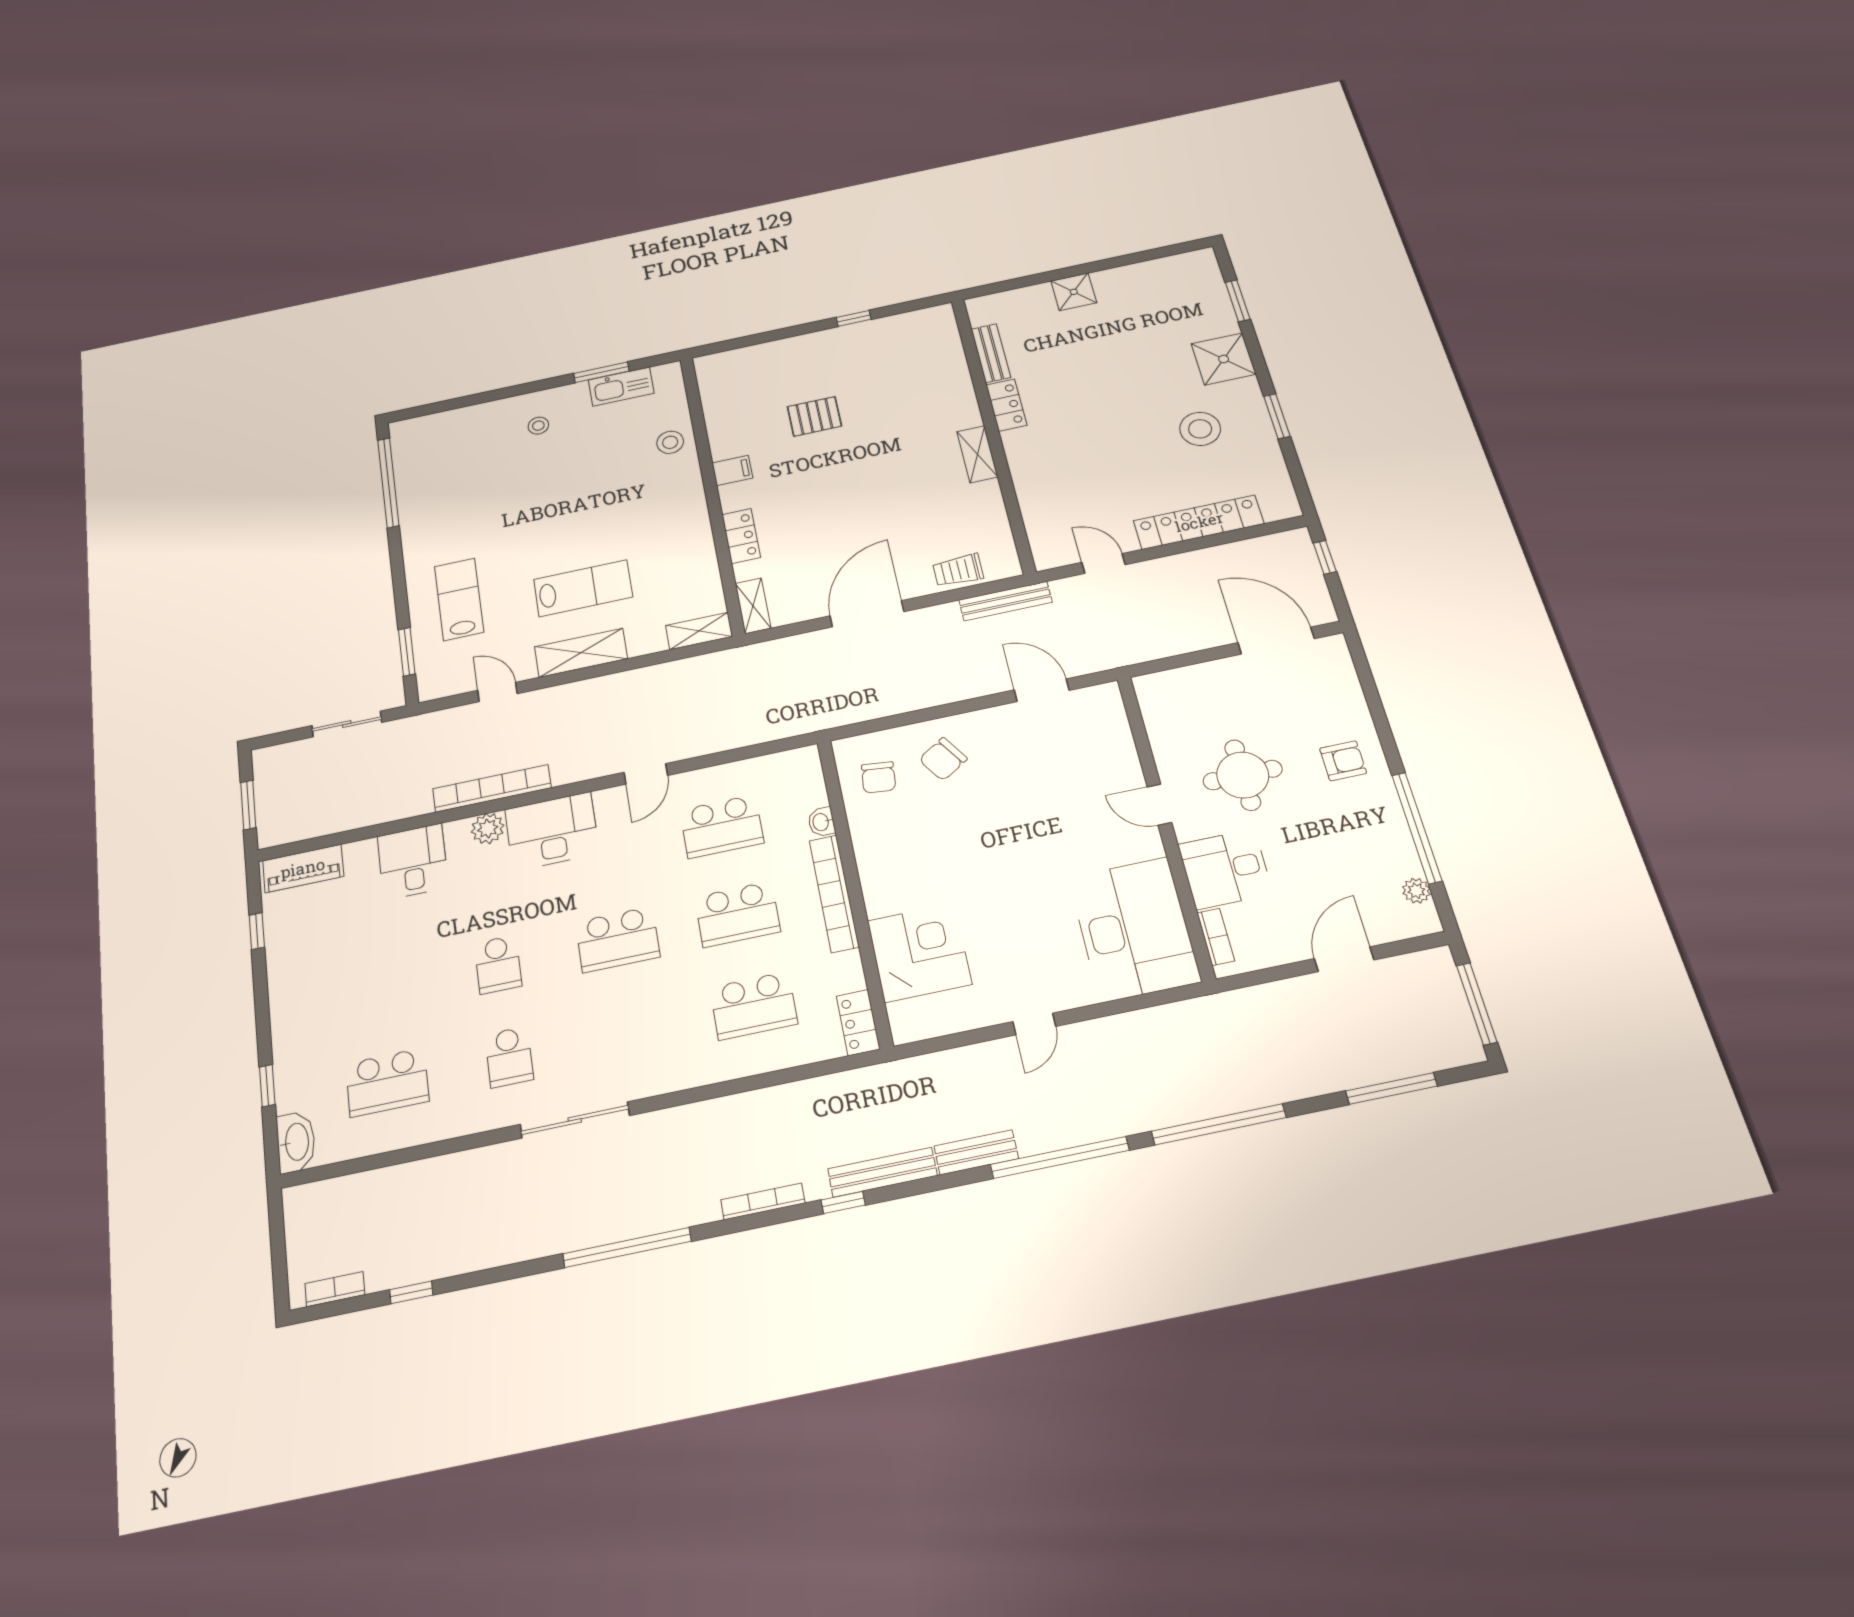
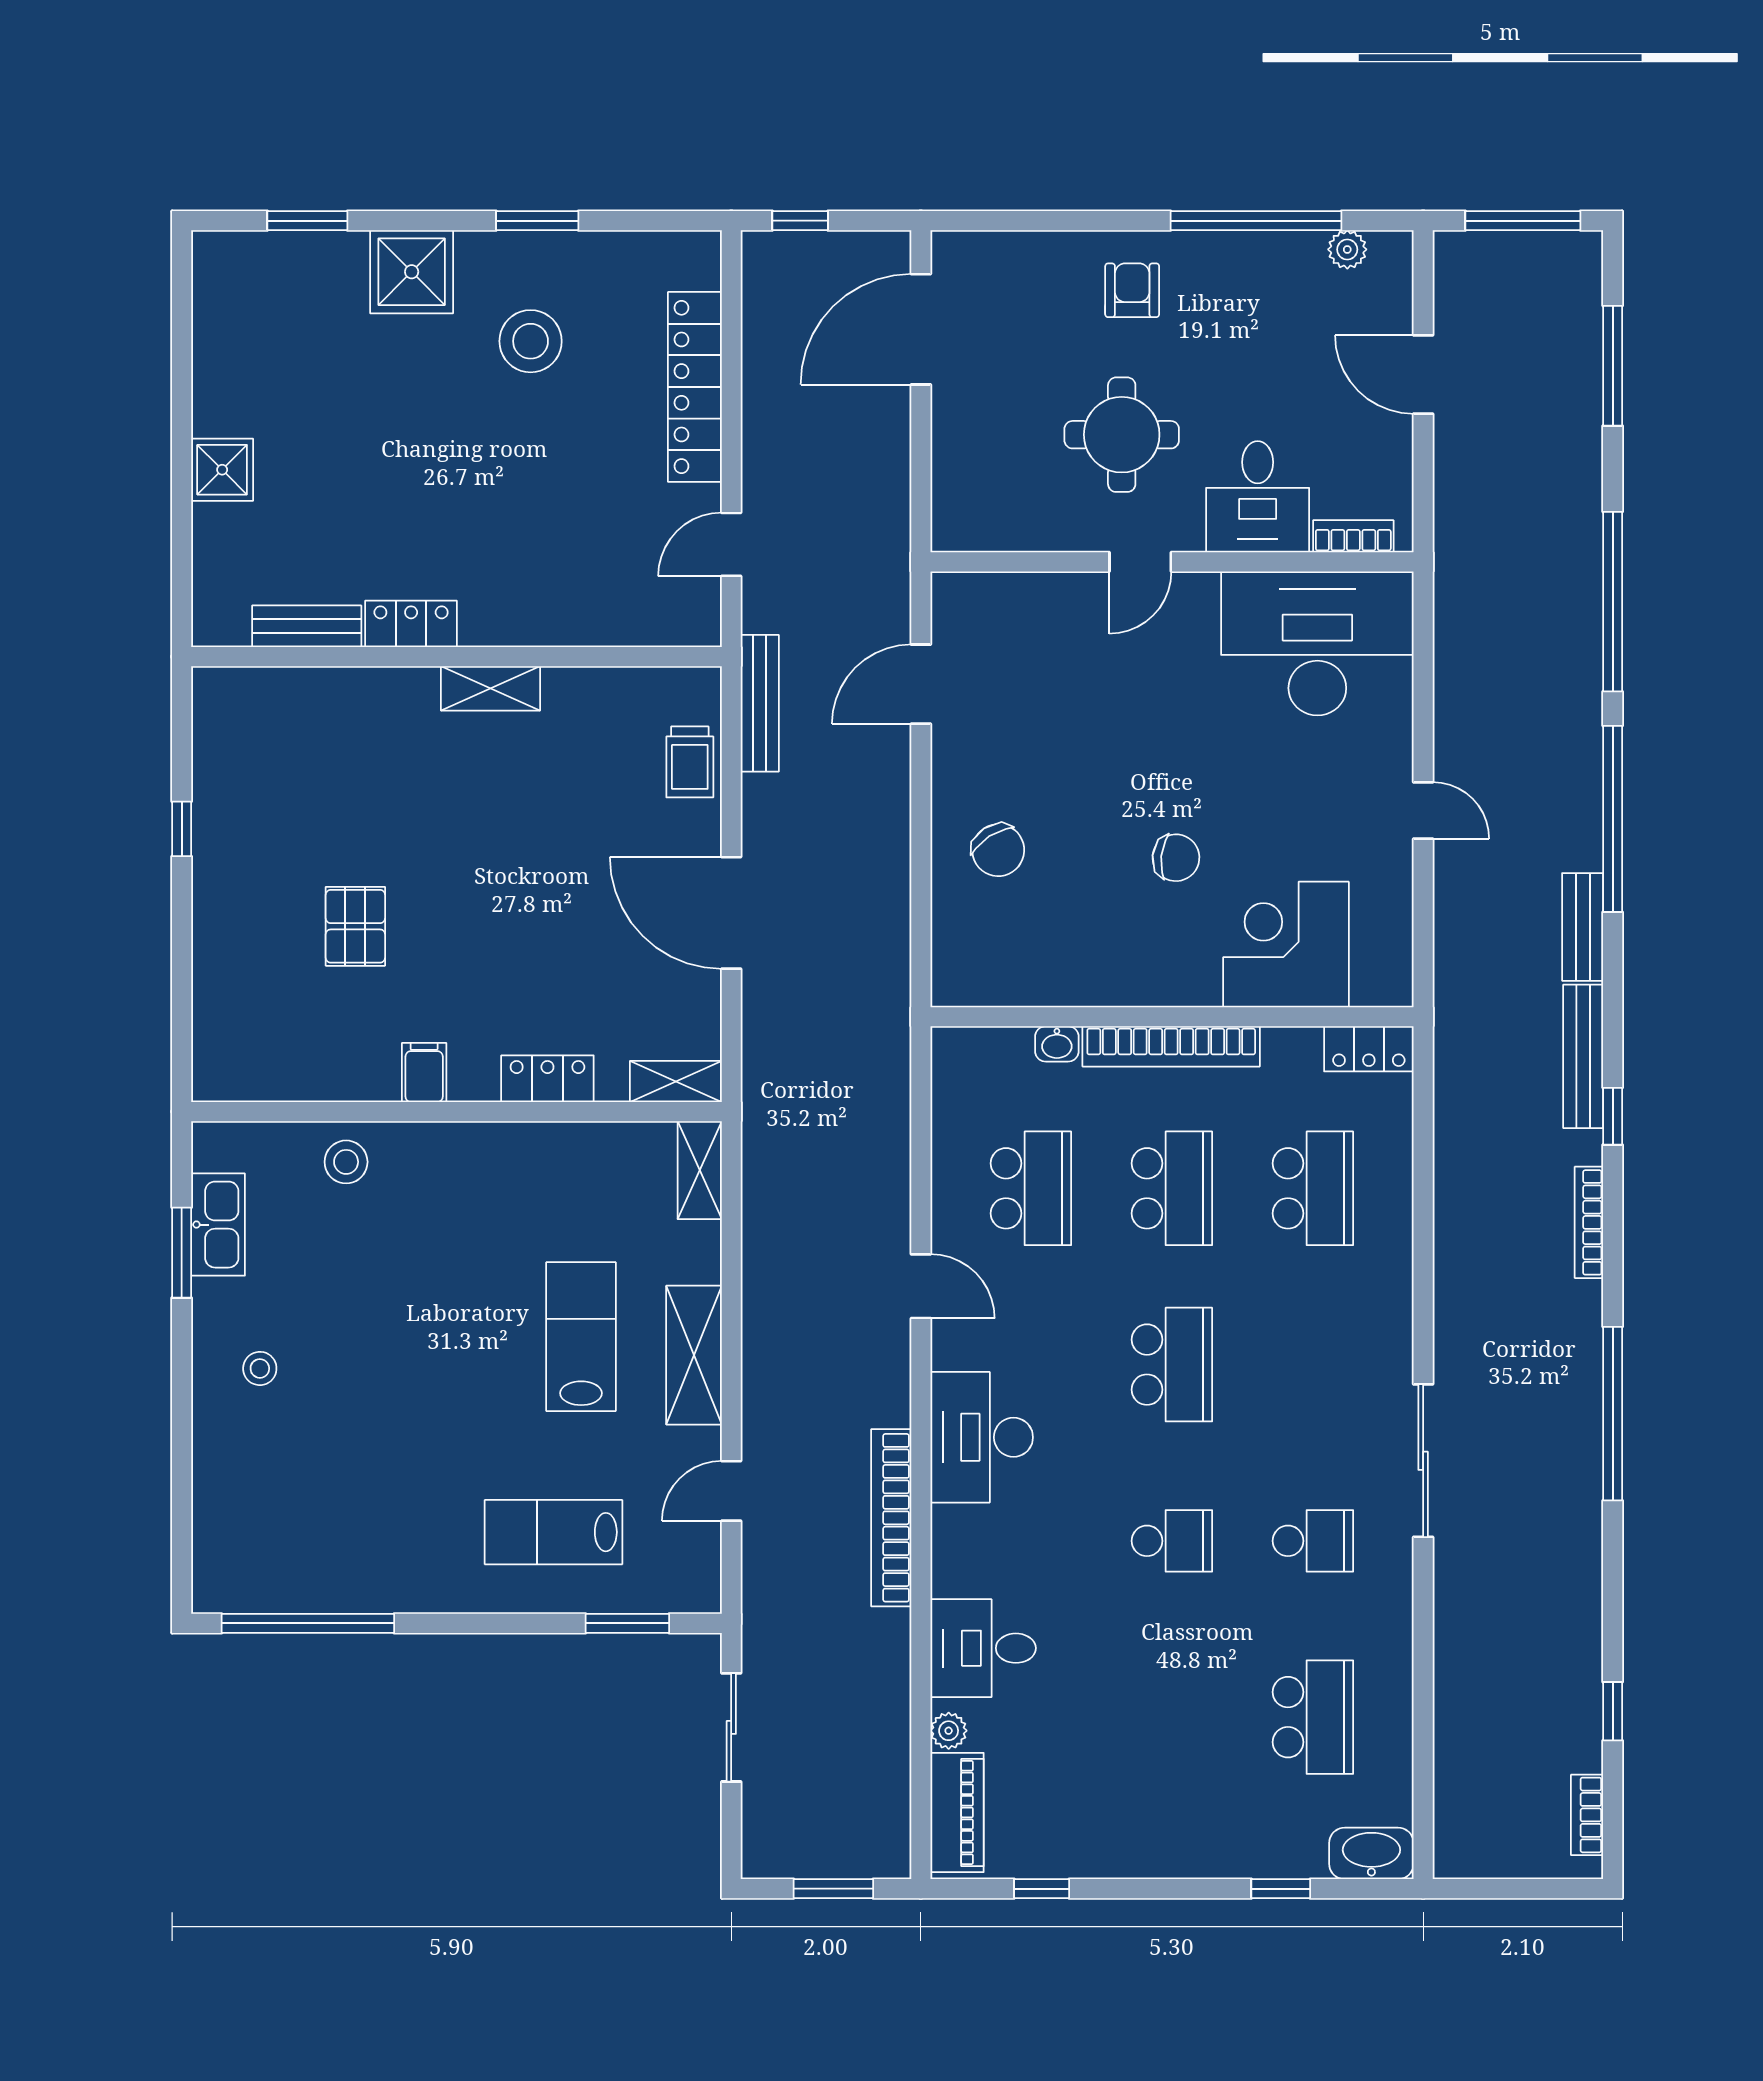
chair: (878, 777) -> (1176, 858), moved
plant: (488, 829) -> (949, 1731), moved, width x0.73, depth x0.73

